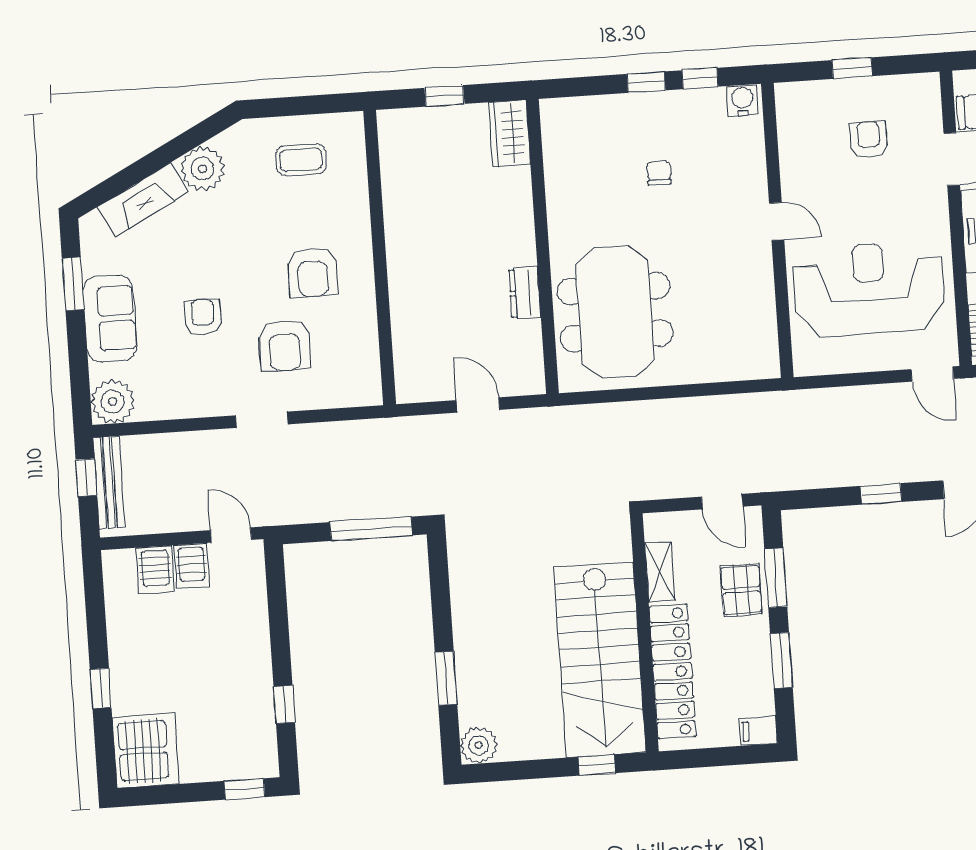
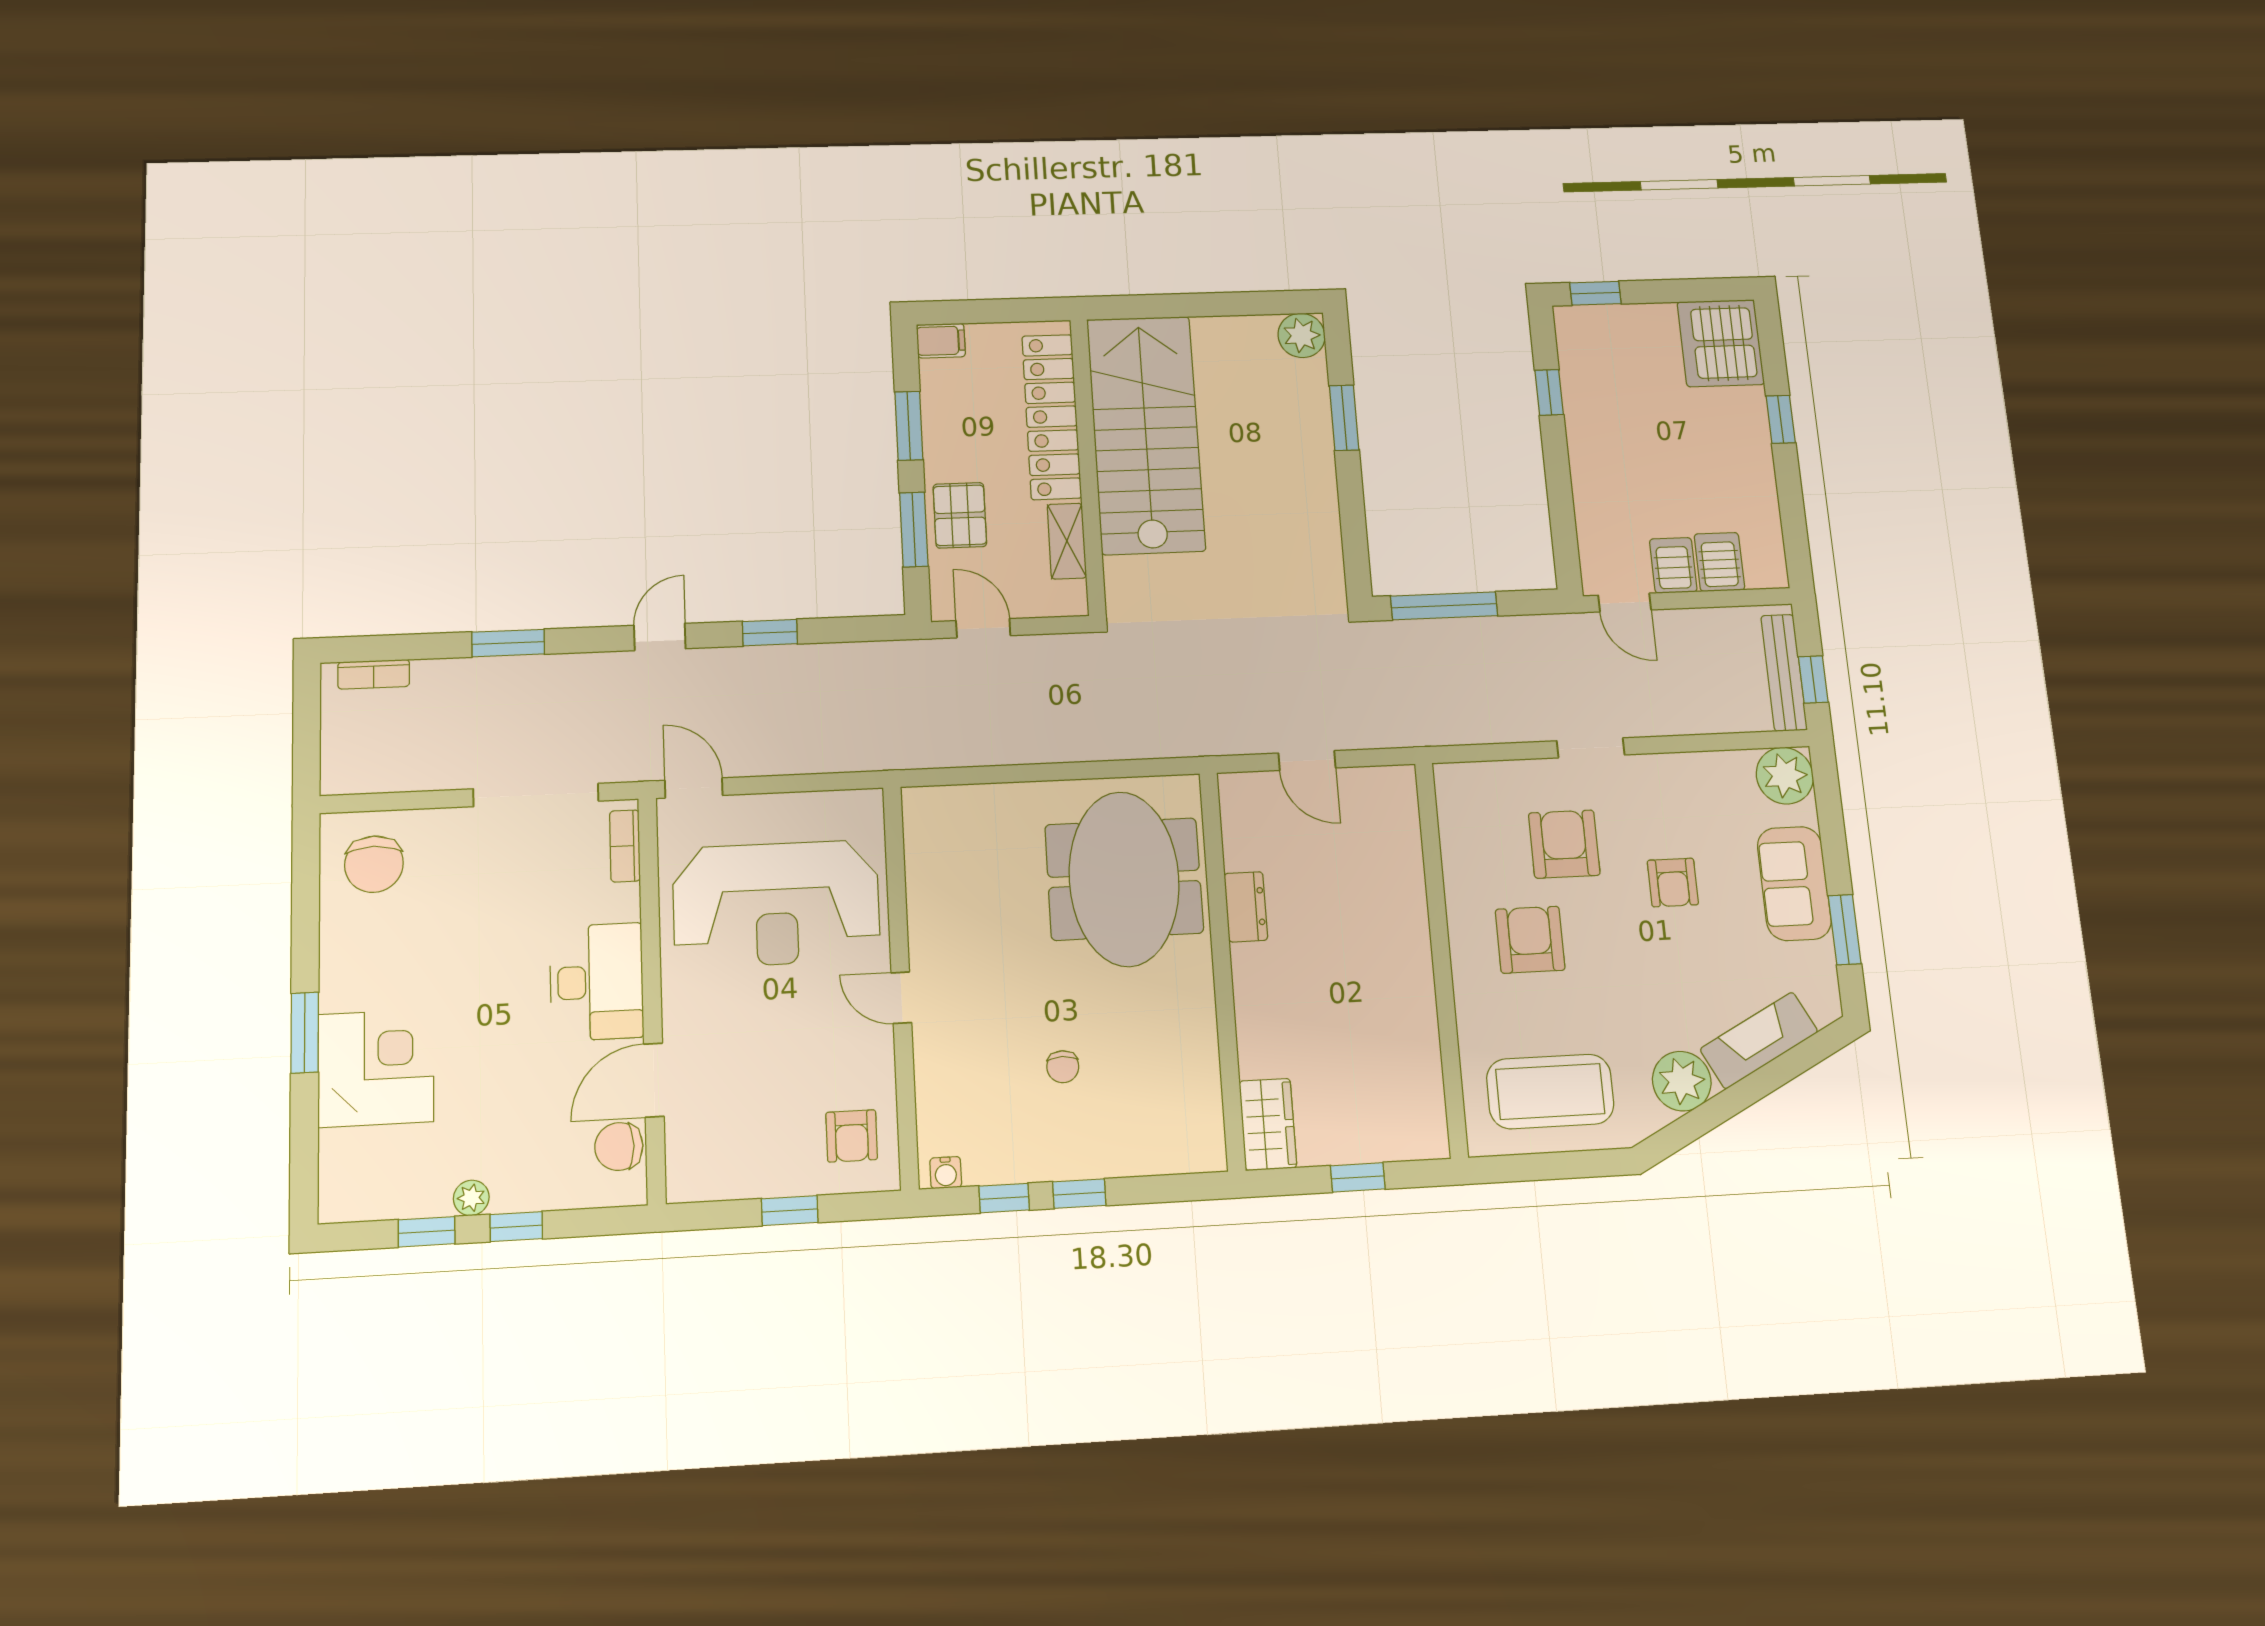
water cooler: (742, 100) -> (946, 1173), width x0.72, depth x0.72
armchair: (869, 140) -> (852, 1136), moved
coffee table: (301, 160) -> (1550, 1092), width x1.86, depth x1.72
window: (597, 765) -> (1150, 306), removed

